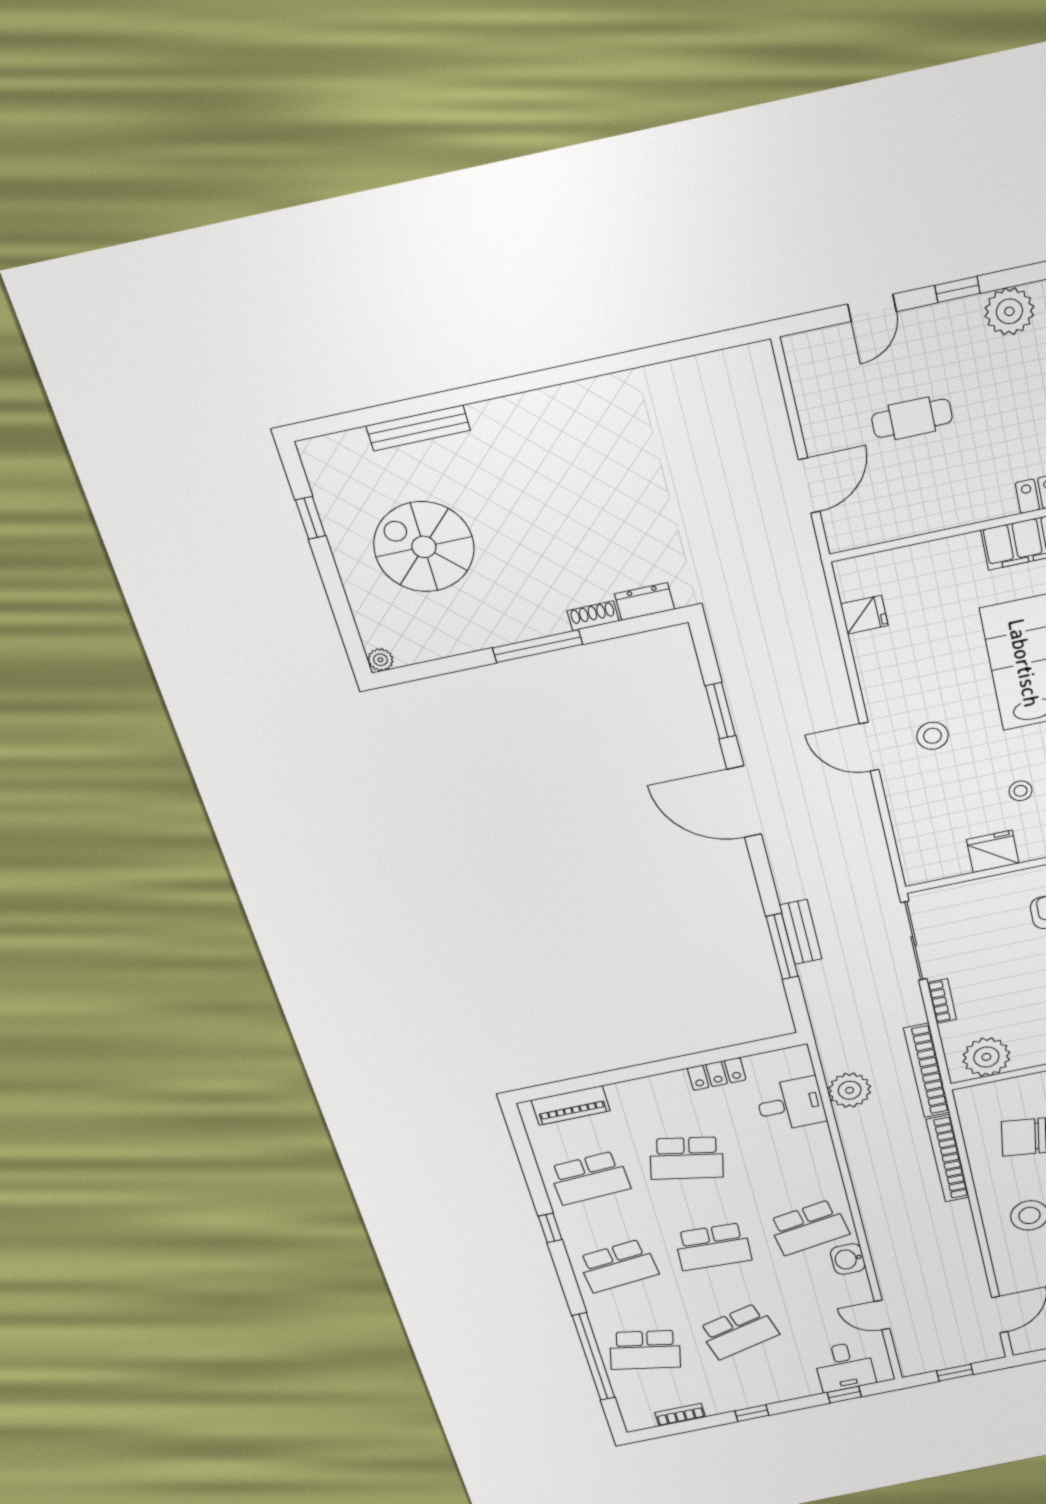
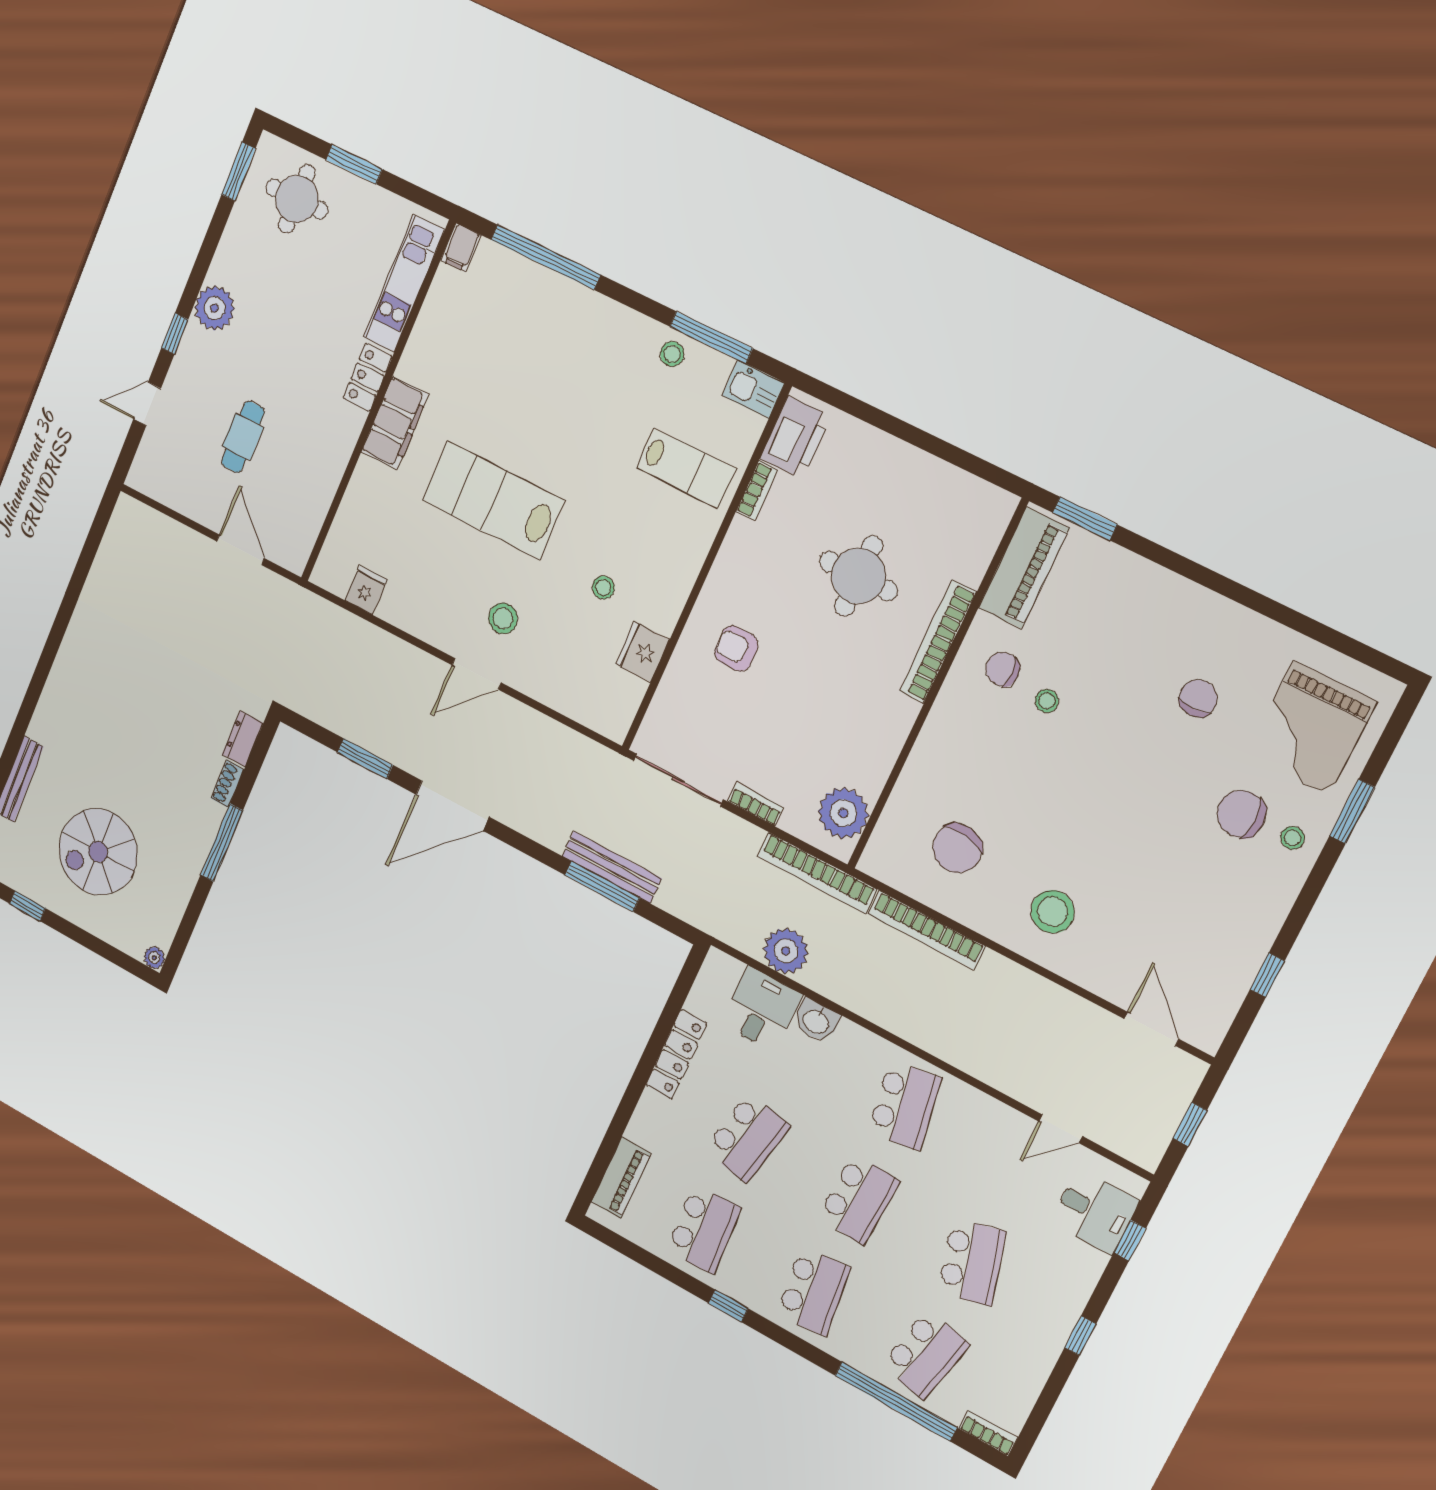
door: (872, 308) -> (147, 404), swing flipped
bench: (801, 932) -> (612, 867), width x1.36
locker: (717, 1074) -> (676, 1054), width x1.53
washbasin: (848, 1259) -> (816, 1021), moved
bookcase: (680, 1415) -> (988, 1433), moved, turned 90

